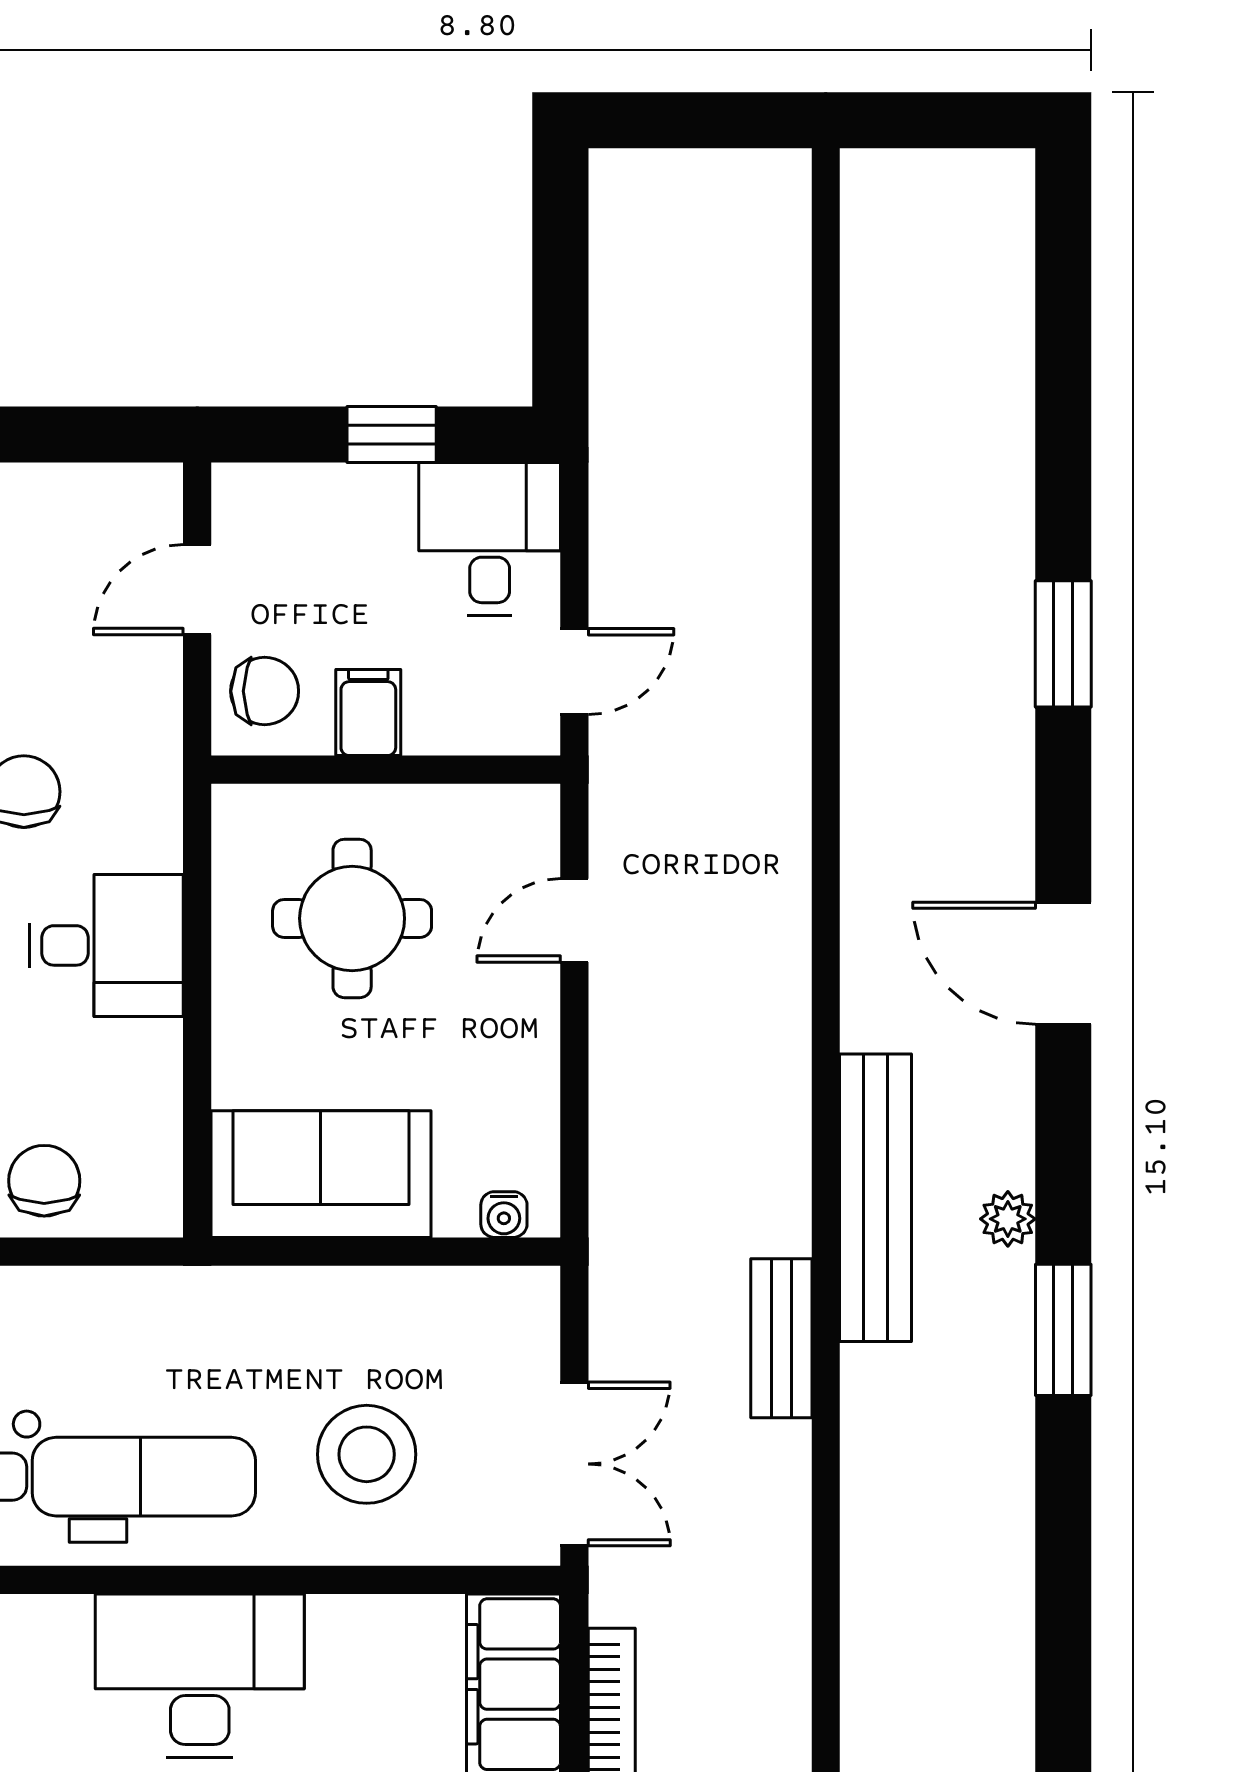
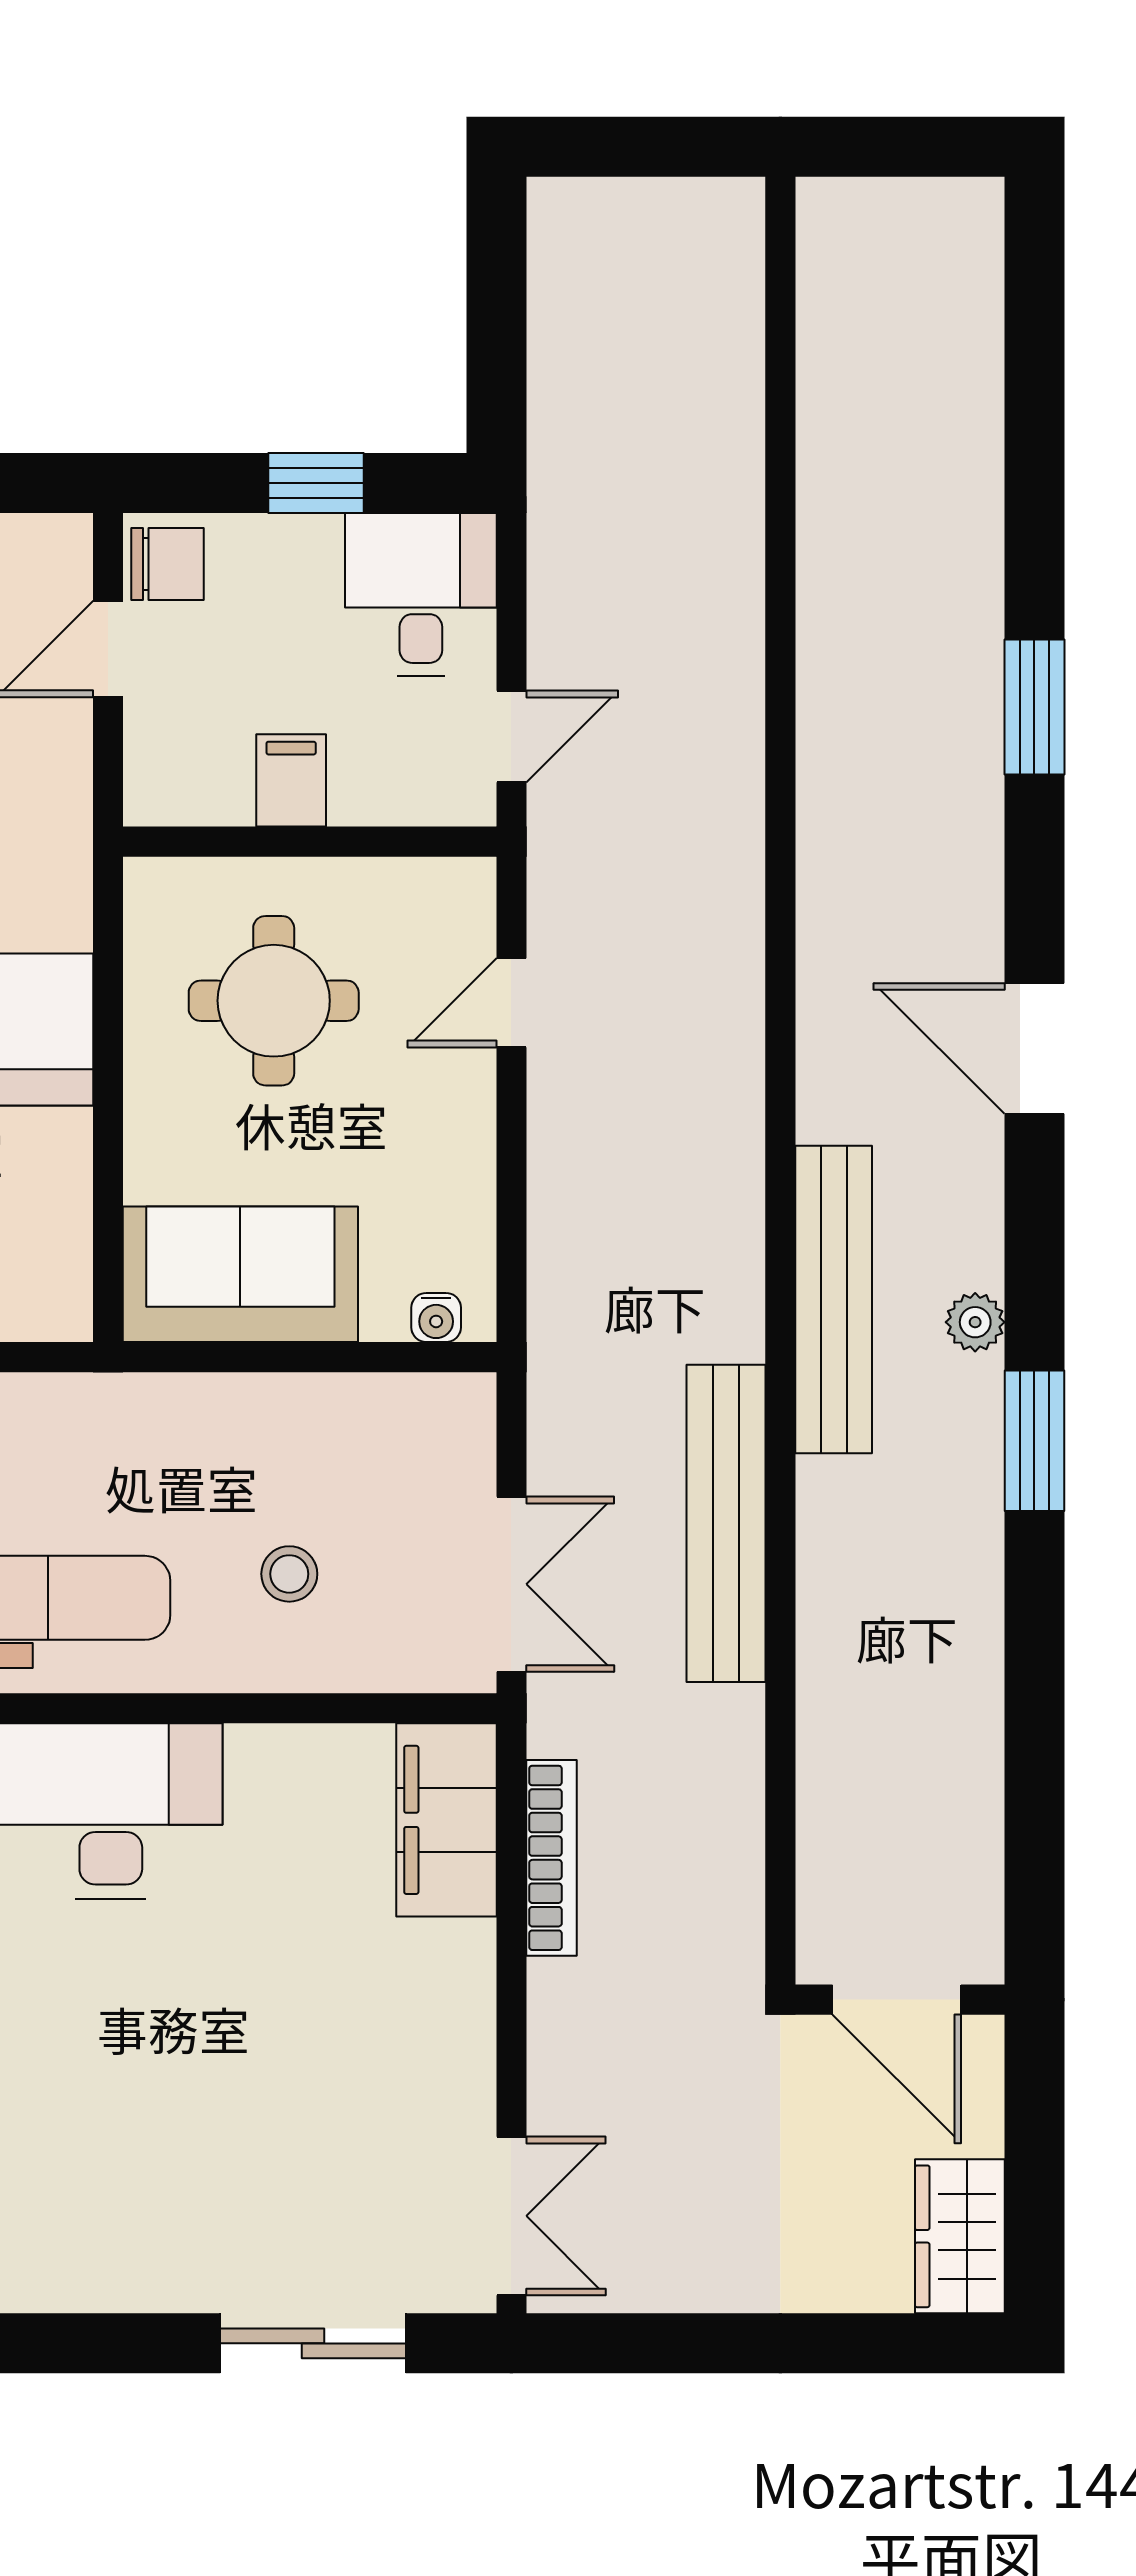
chair: (265, 691) -> (168, 564), moved
bench: (781, 1338) -> (726, 1523), width x1.86, depth x1.21
stool: (367, 1454) -> (289, 1574), width x0.53, depth x0.53

